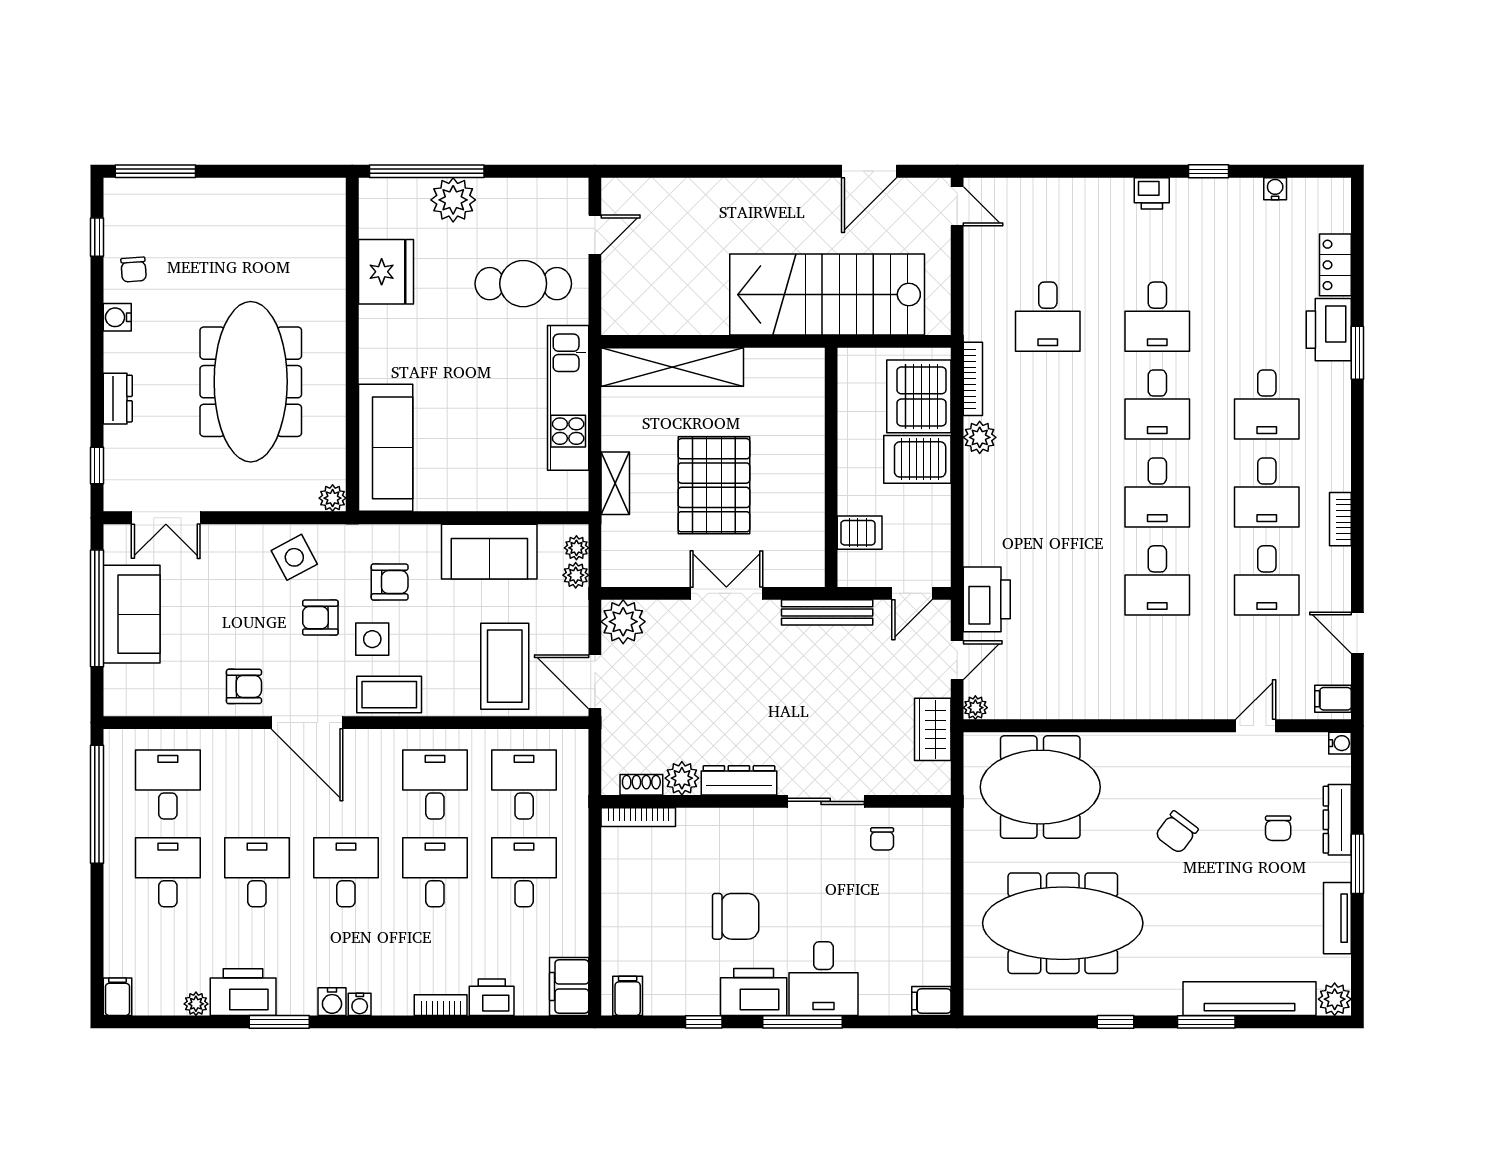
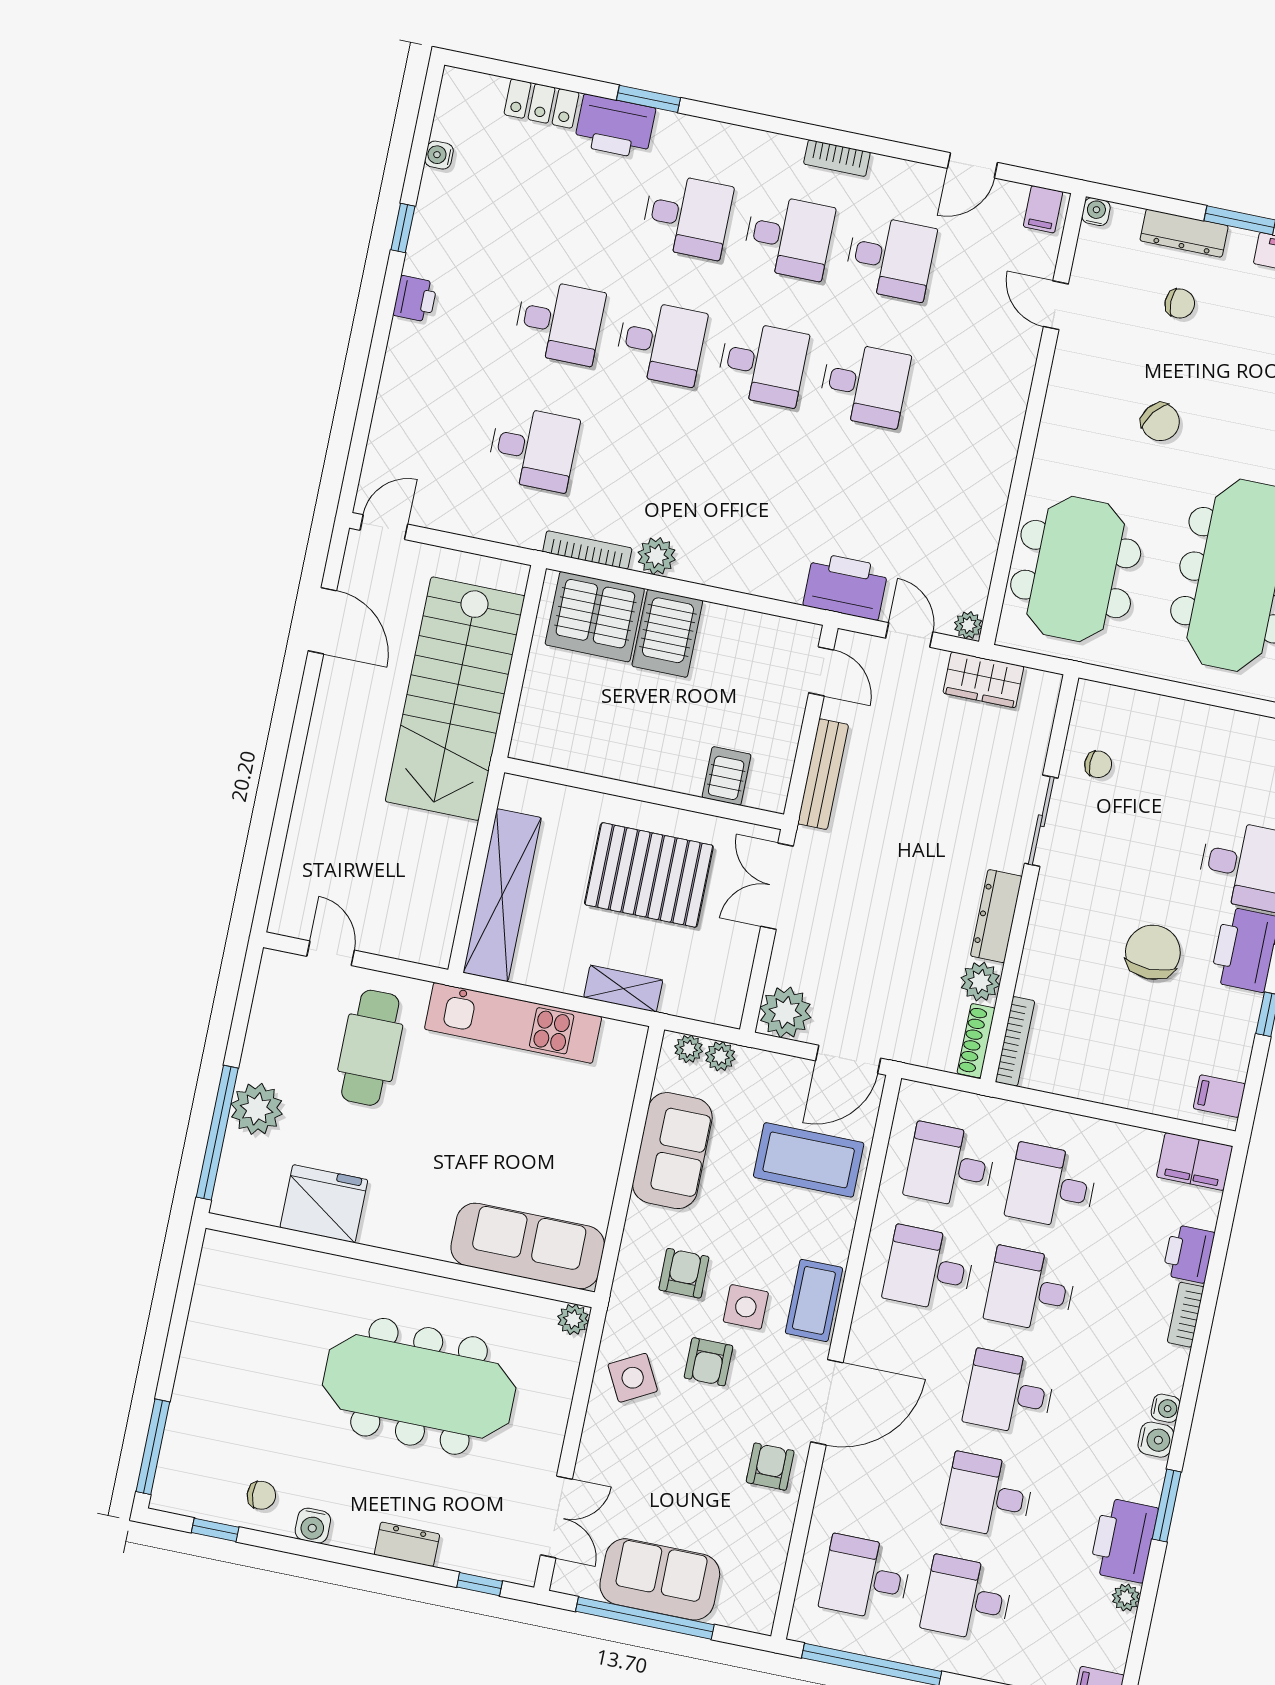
wall: (831, 467) -> (644, 793), moved
server rack: (860, 533) -> (727, 776), moved
shoe rack: (641, 785) -> (976, 1041), width x1.43

